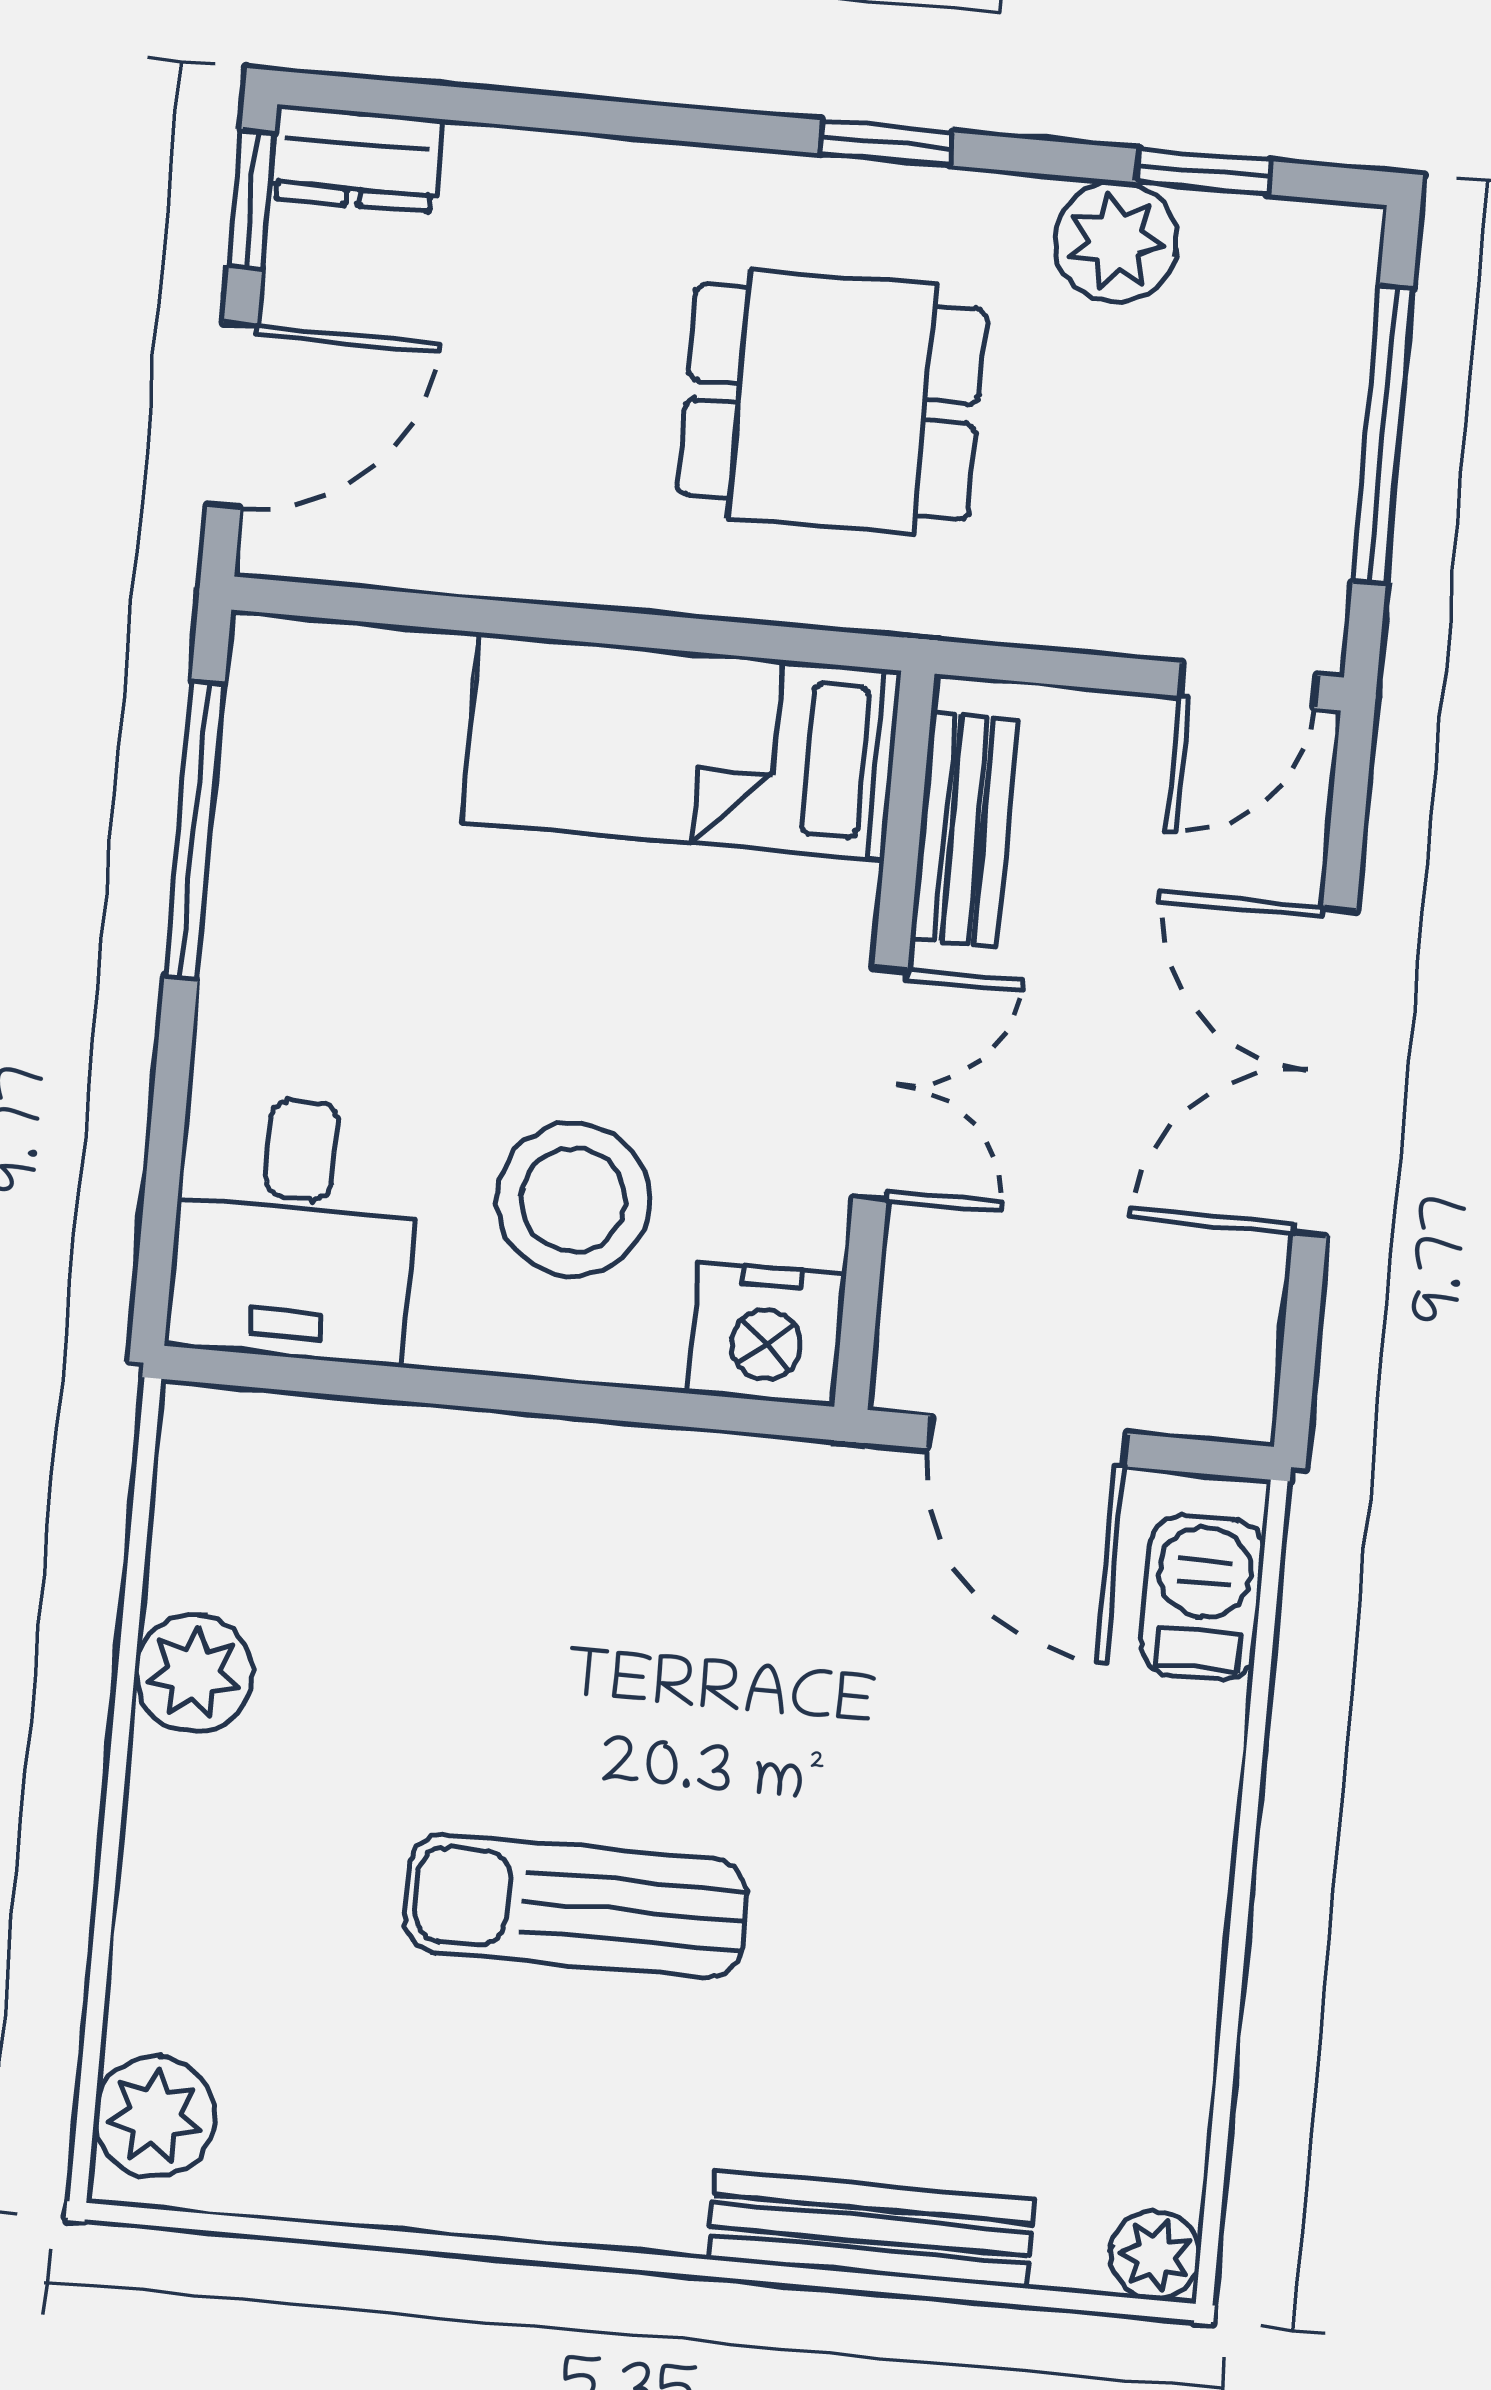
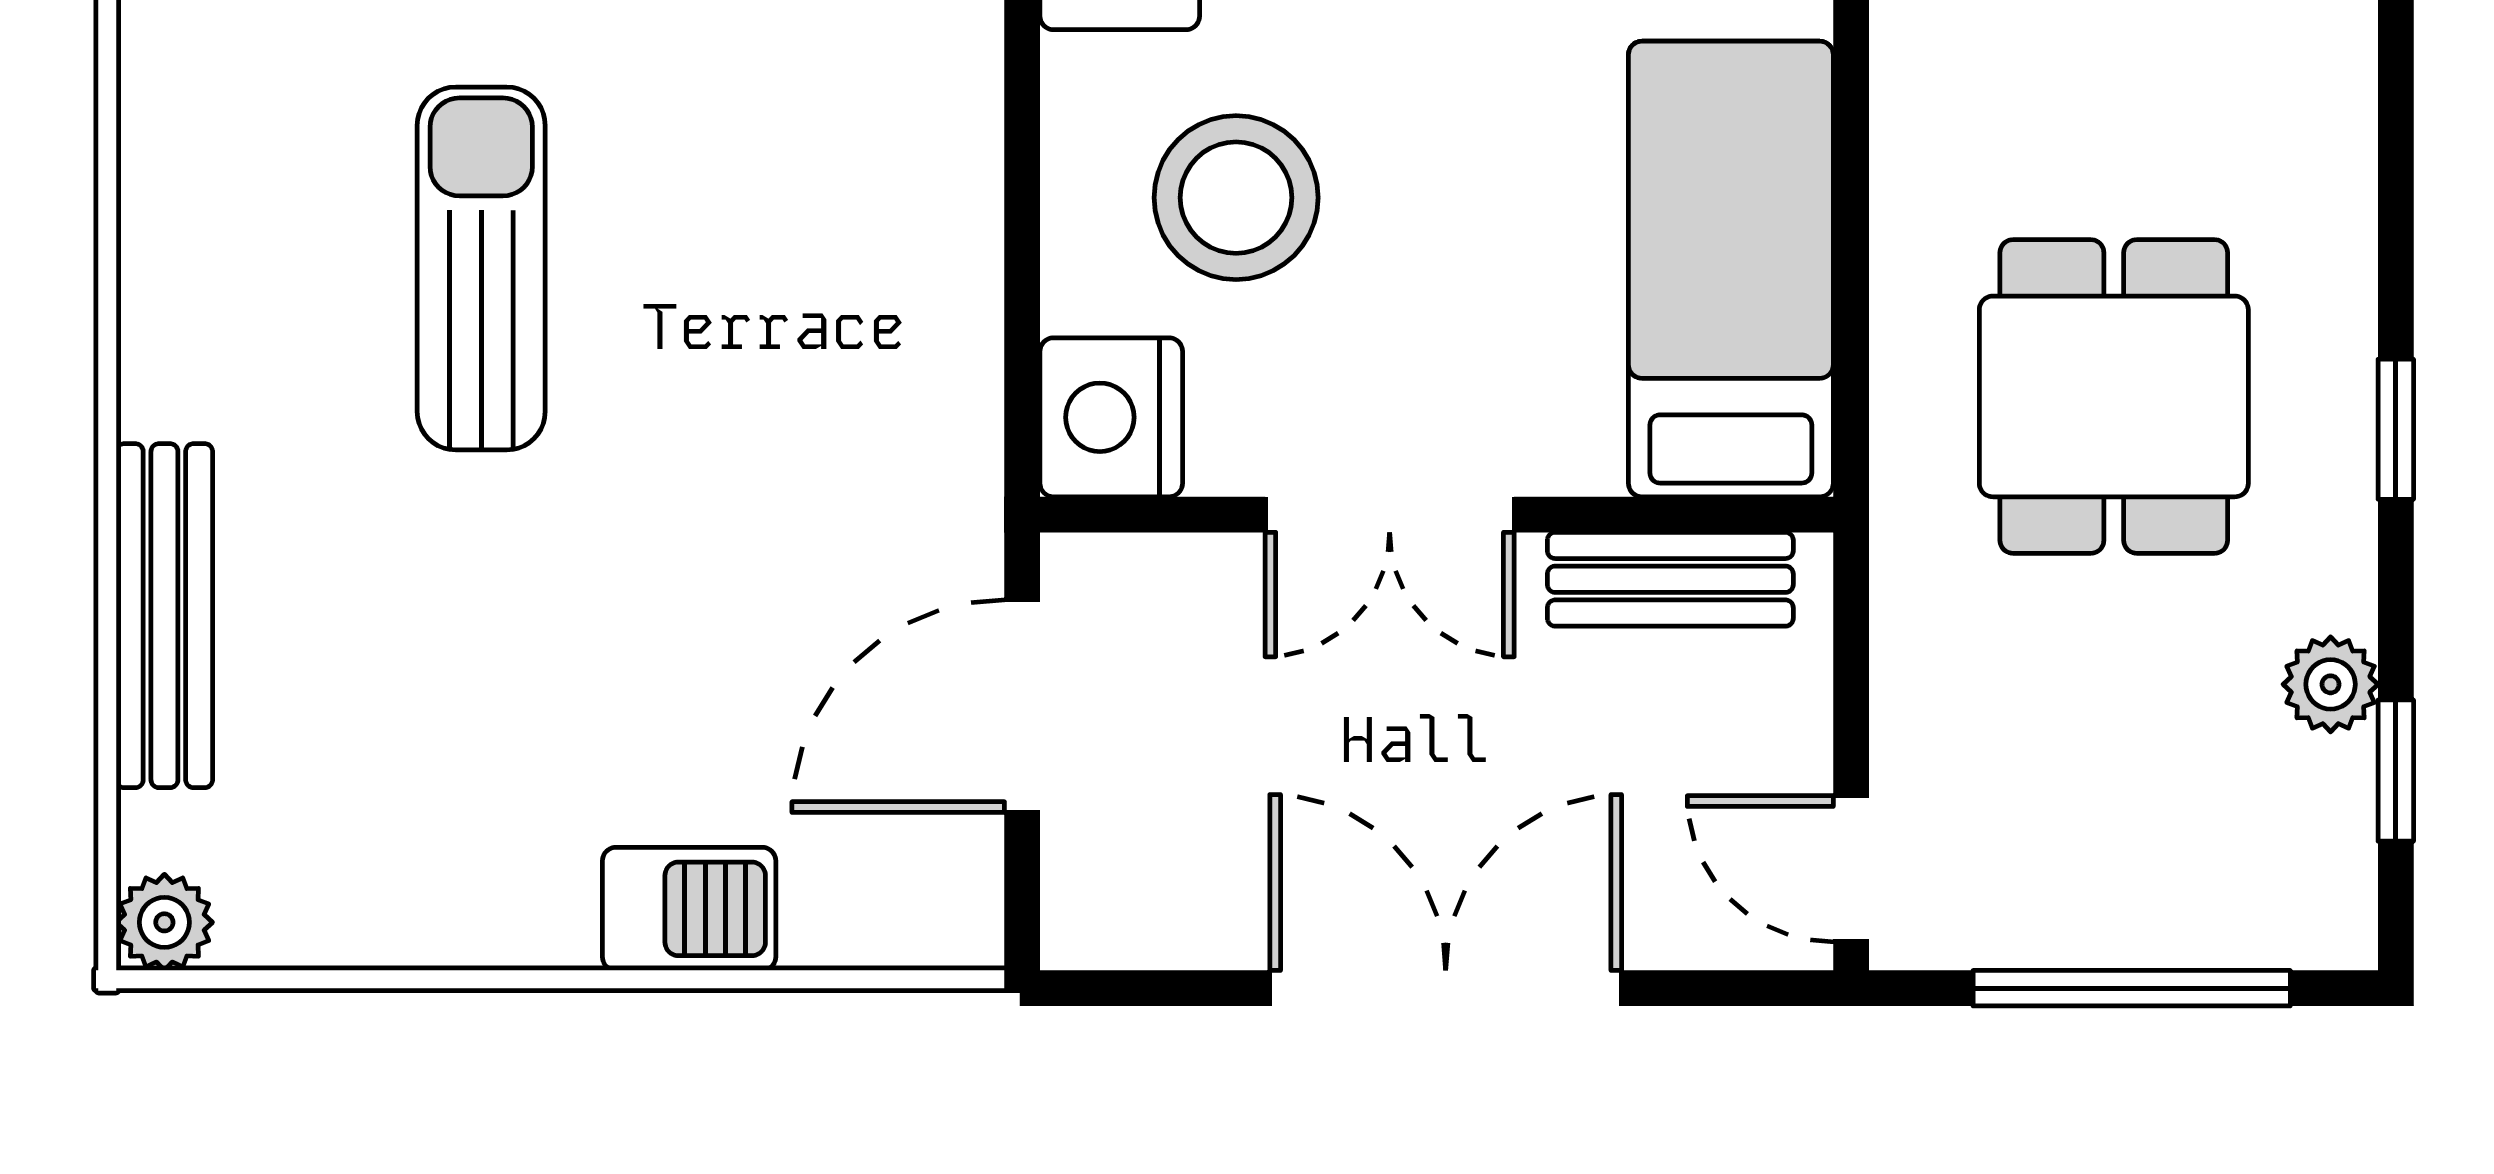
plant: (1116, 242) -> (2331, 684), width x0.73, depth x0.73
barbecue: (1203, 1598) -> (689, 909), moved

